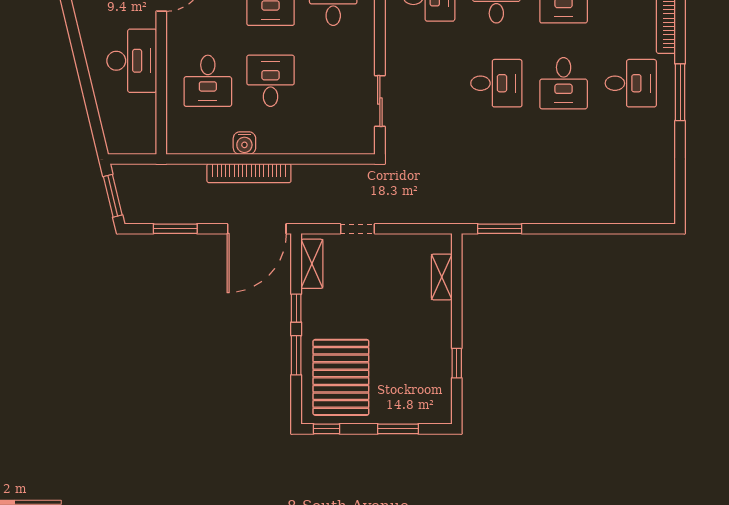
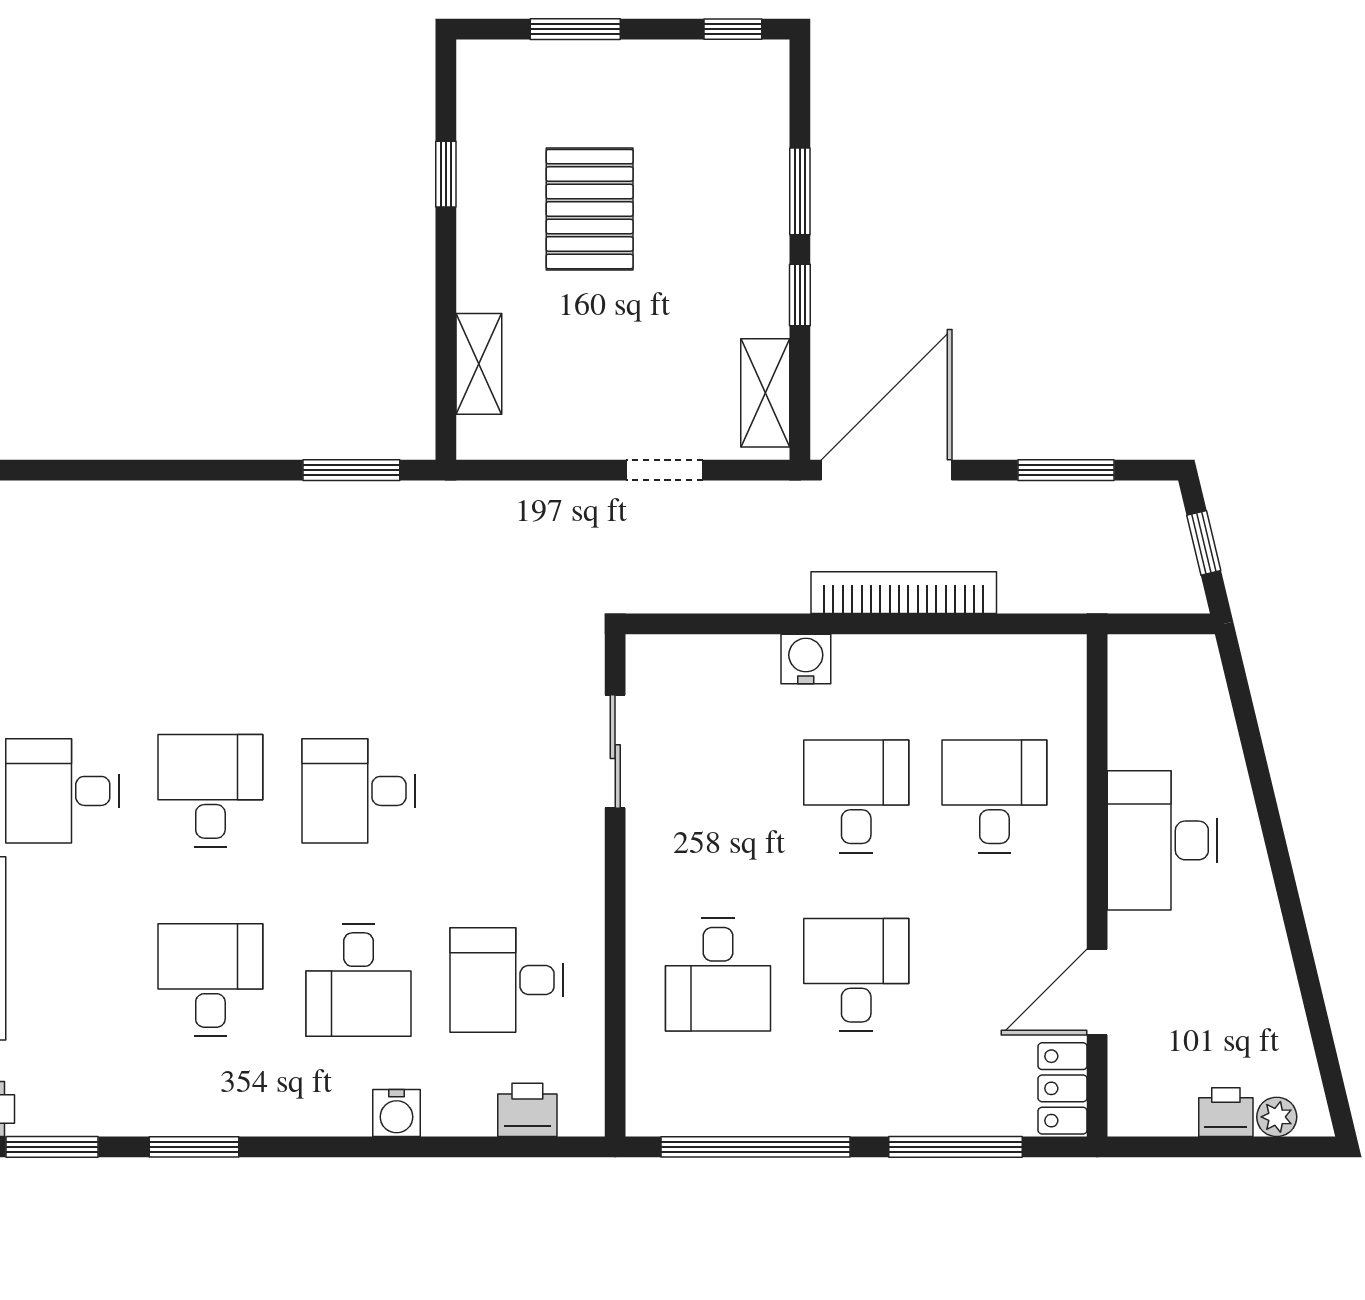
desk: (271, 81) -> (856, 796), turned 180
water cooler: (244, 143) -> (806, 659), moved
window: (113, 196) -> (1204, 543), width x0.67
pallet: (341, 377) -> (590, 209), moved, width x0.73, depth x0.71

